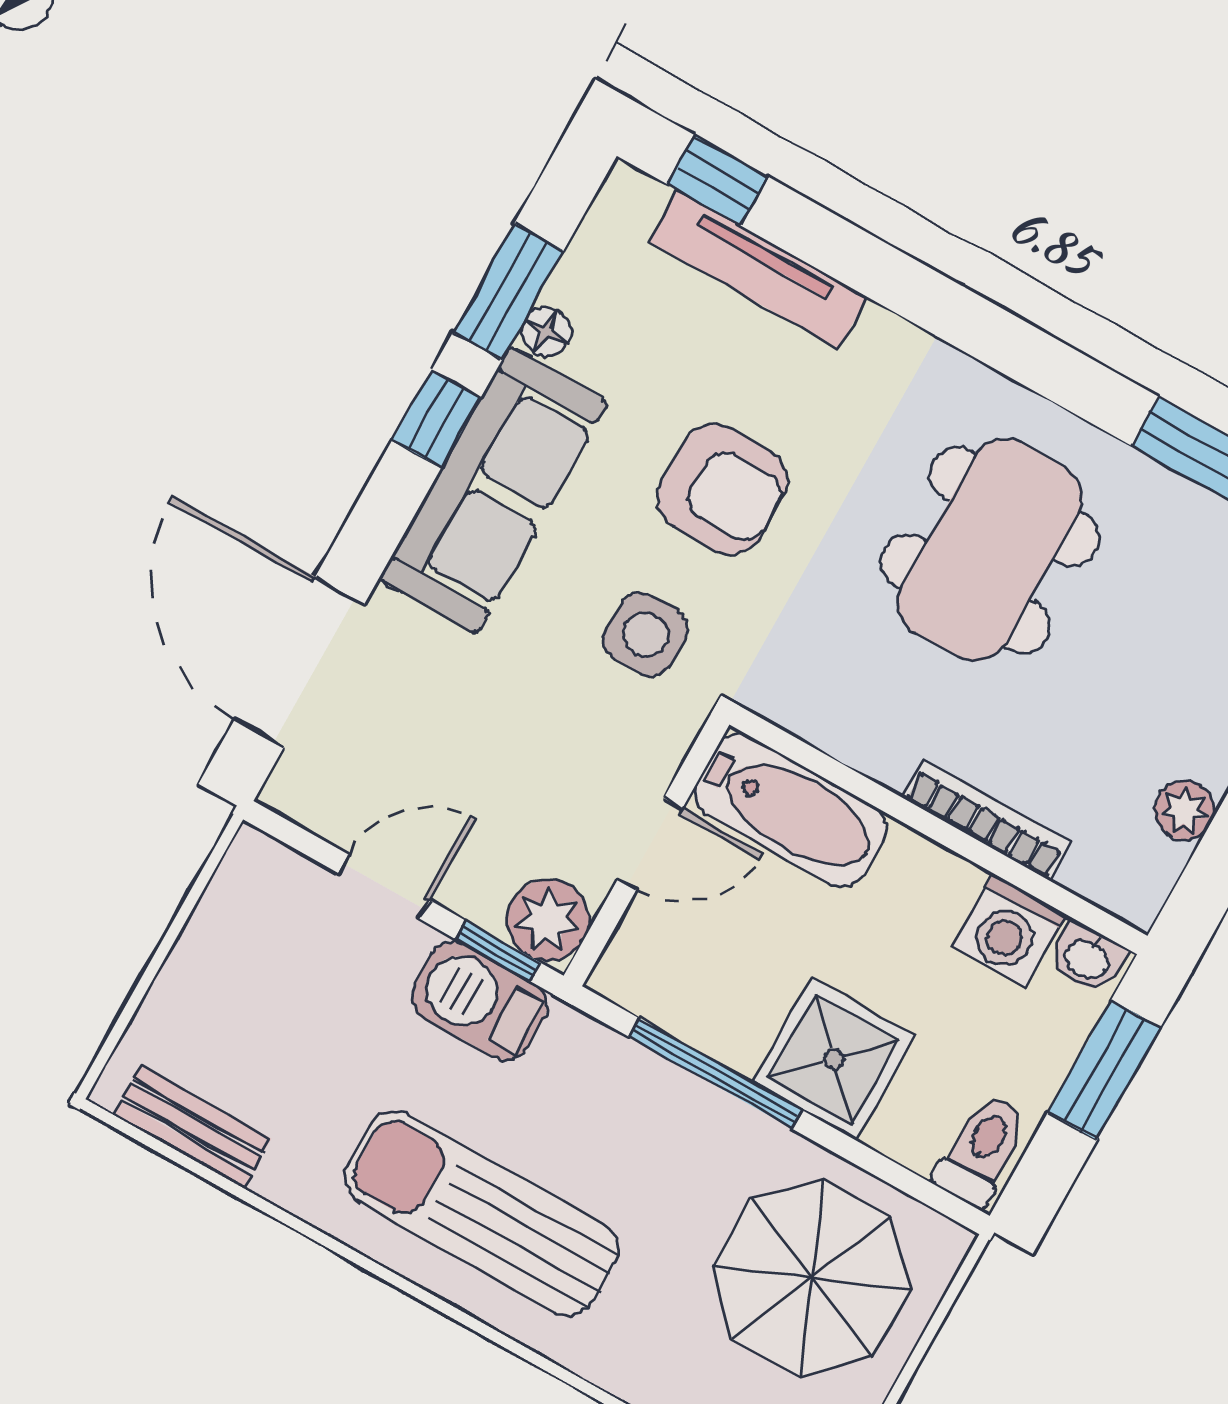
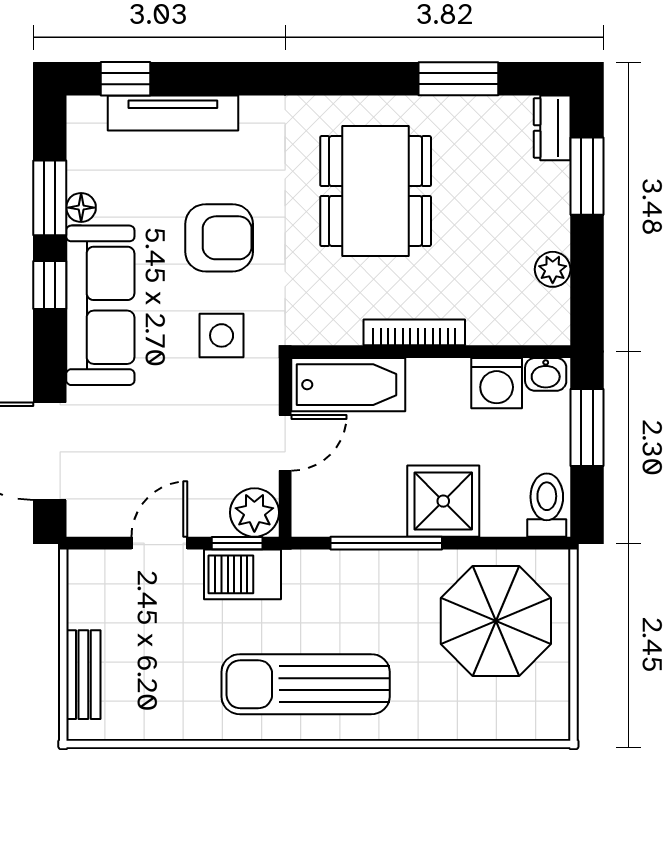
bookcase: (986, 820) -> (414, 332), moved
bench: (192, 1127) -> (83, 675), moved, turned 90

